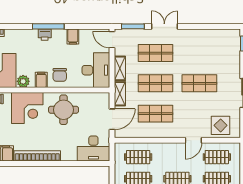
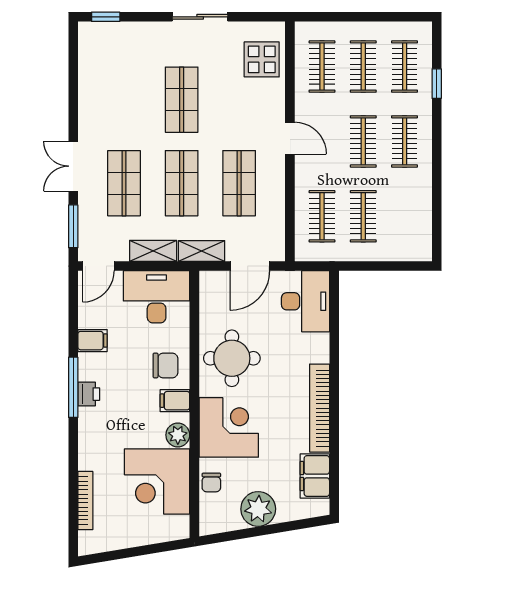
door: (112, 119) -> (250, 266), swing flipped
door: (193, 140) -> (290, 138), moved

